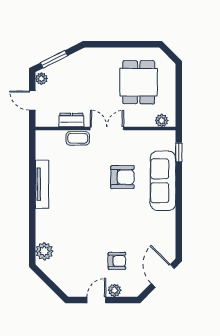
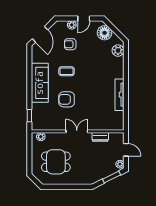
dining table: (139, 82) -> (56, 162), turned 90
double door: (107, 128) -> (77, 131), swing flipped
coffee table: (78, 138) -> (66, 71), moved
sofa: (163, 181) -> (40, 83), moved
floor lamp: (65, 278) -> (105, 33), added

